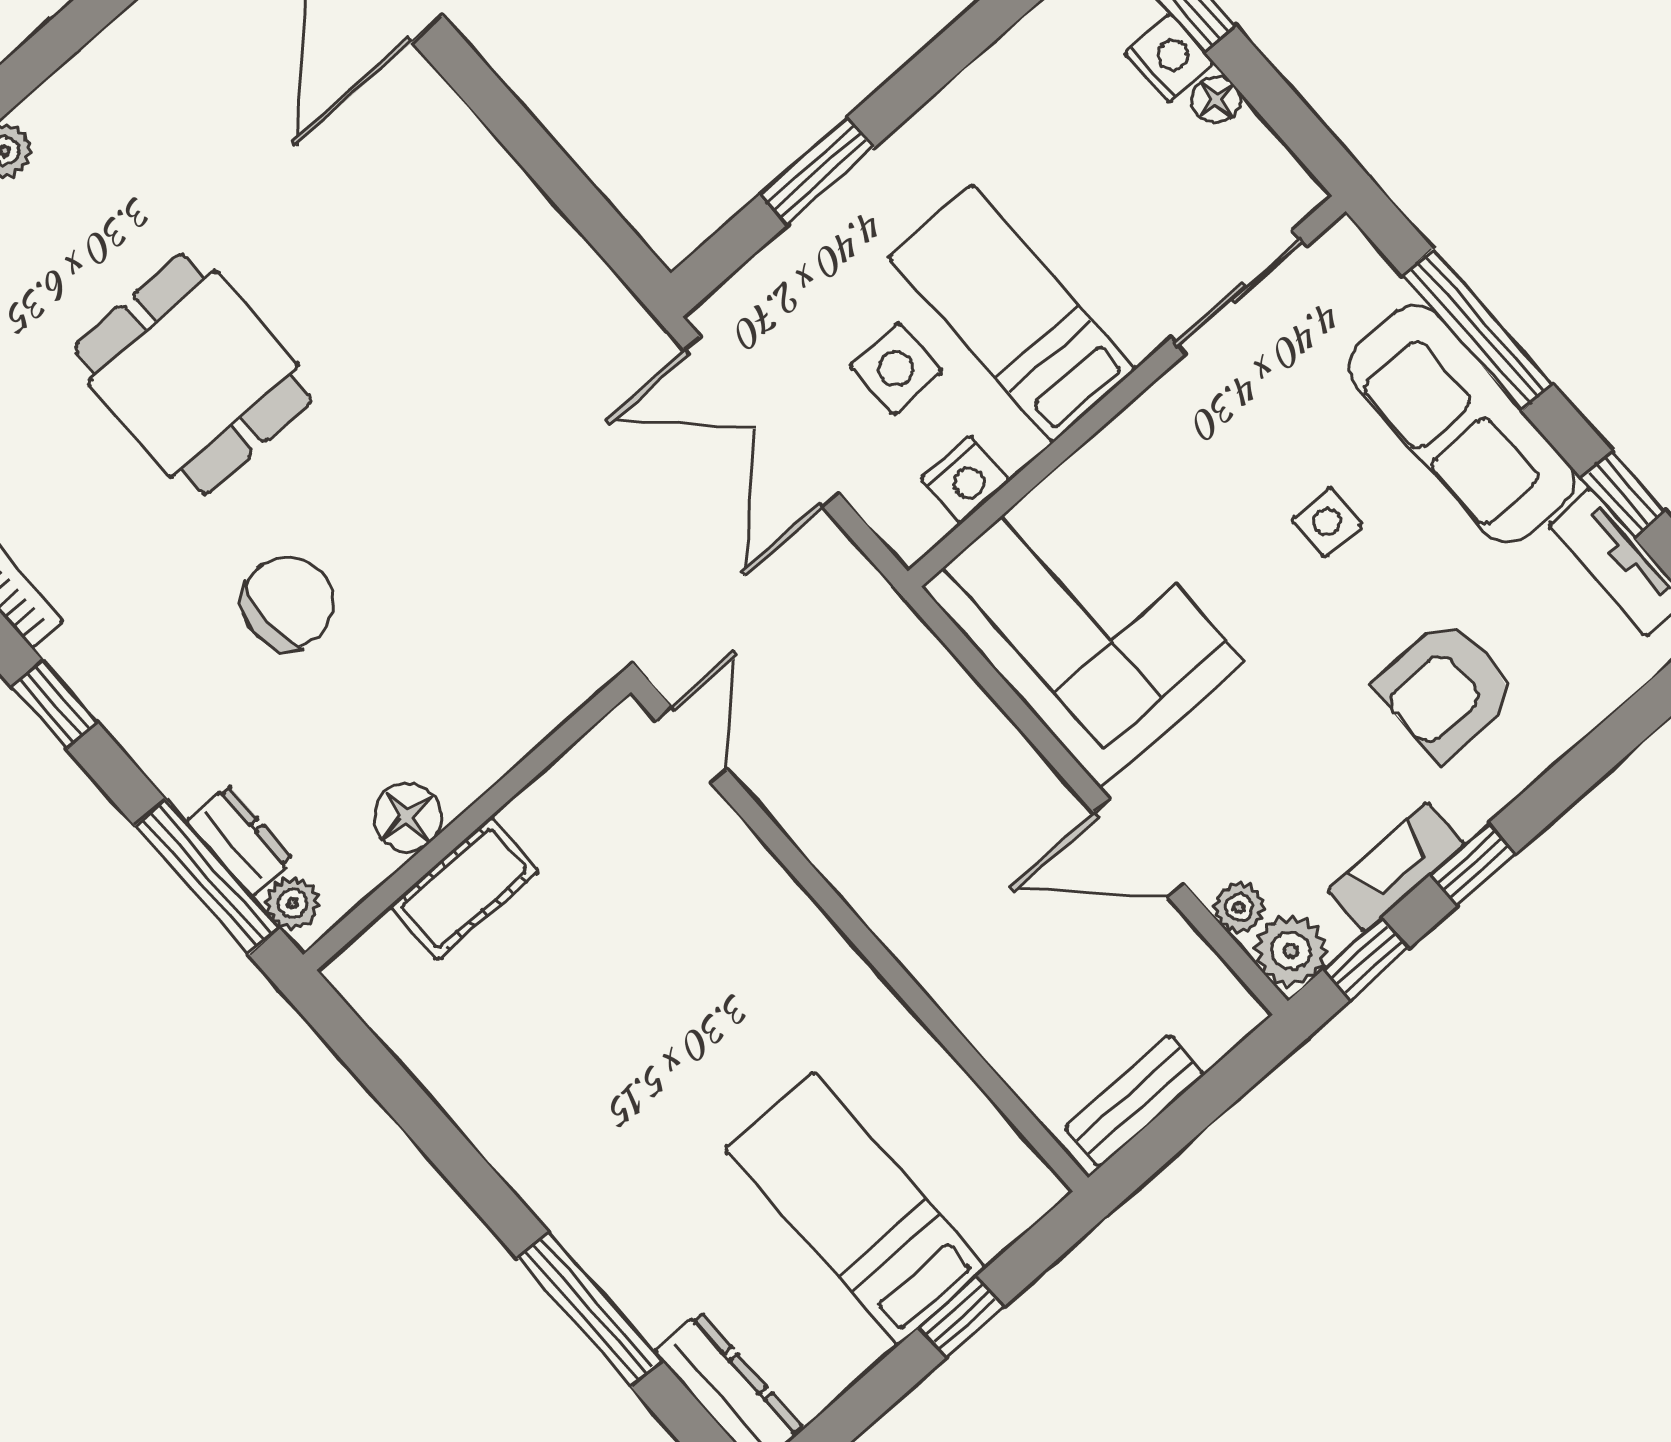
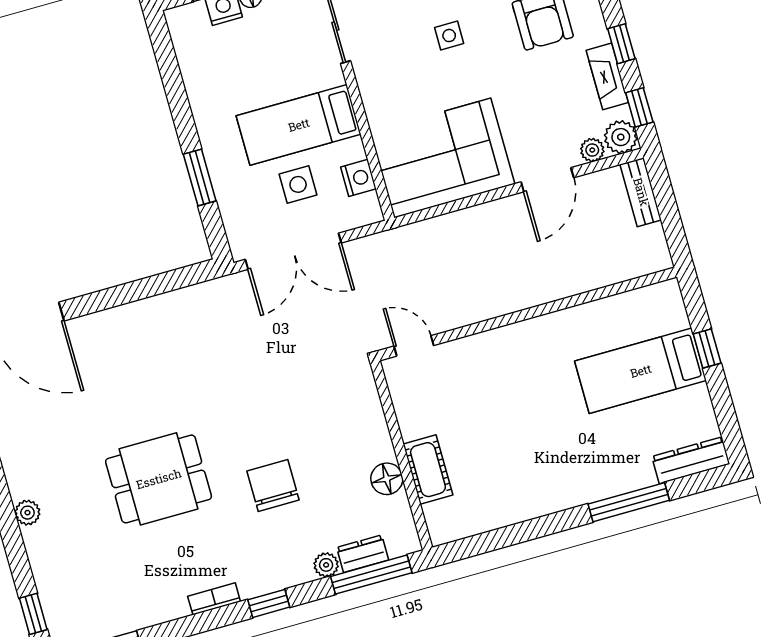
plant: (293, 903) -> (326, 565), moved
bench: (1135, 1101) -> (641, 192), moved

